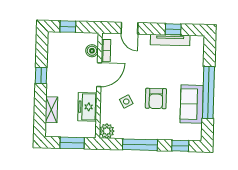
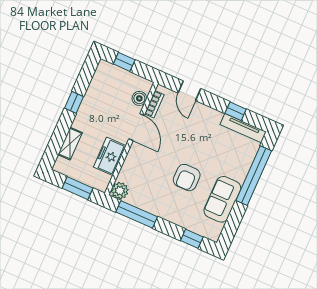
tv unit: (170, 40) -> (243, 128), moved
door: (99, 75) -> (136, 127), hinge flipped
window: (208, 93) -> (254, 176), moved
side table: (126, 102) -> (154, 168), removed
window: (140, 145) -> (137, 214), moved

